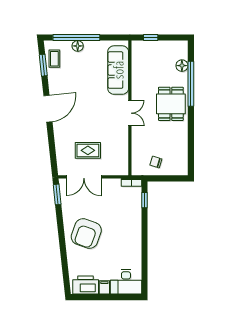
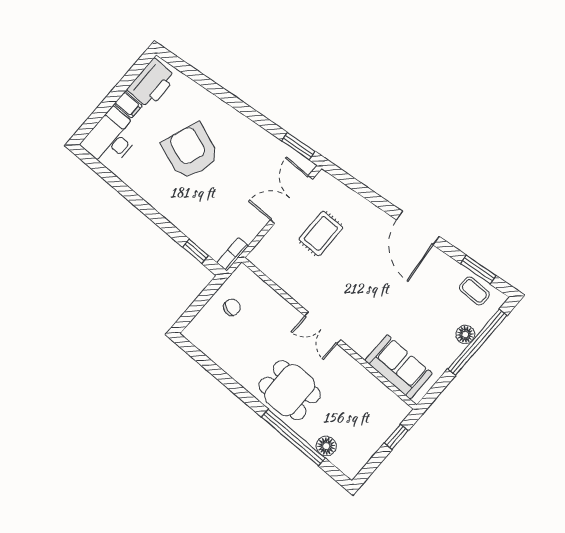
sofa: (118, 70) -> (399, 367), width x0.73
armchair: (86, 234) -> (191, 151), moved

